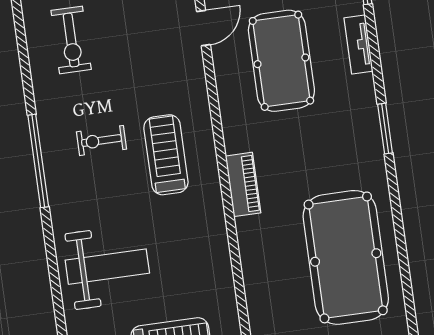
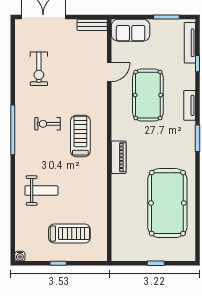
tv unit: (359, 45) -> (190, 105), moved
weight bench: (107, 267) -> (41, 191), width x0.73, depth x0.75

